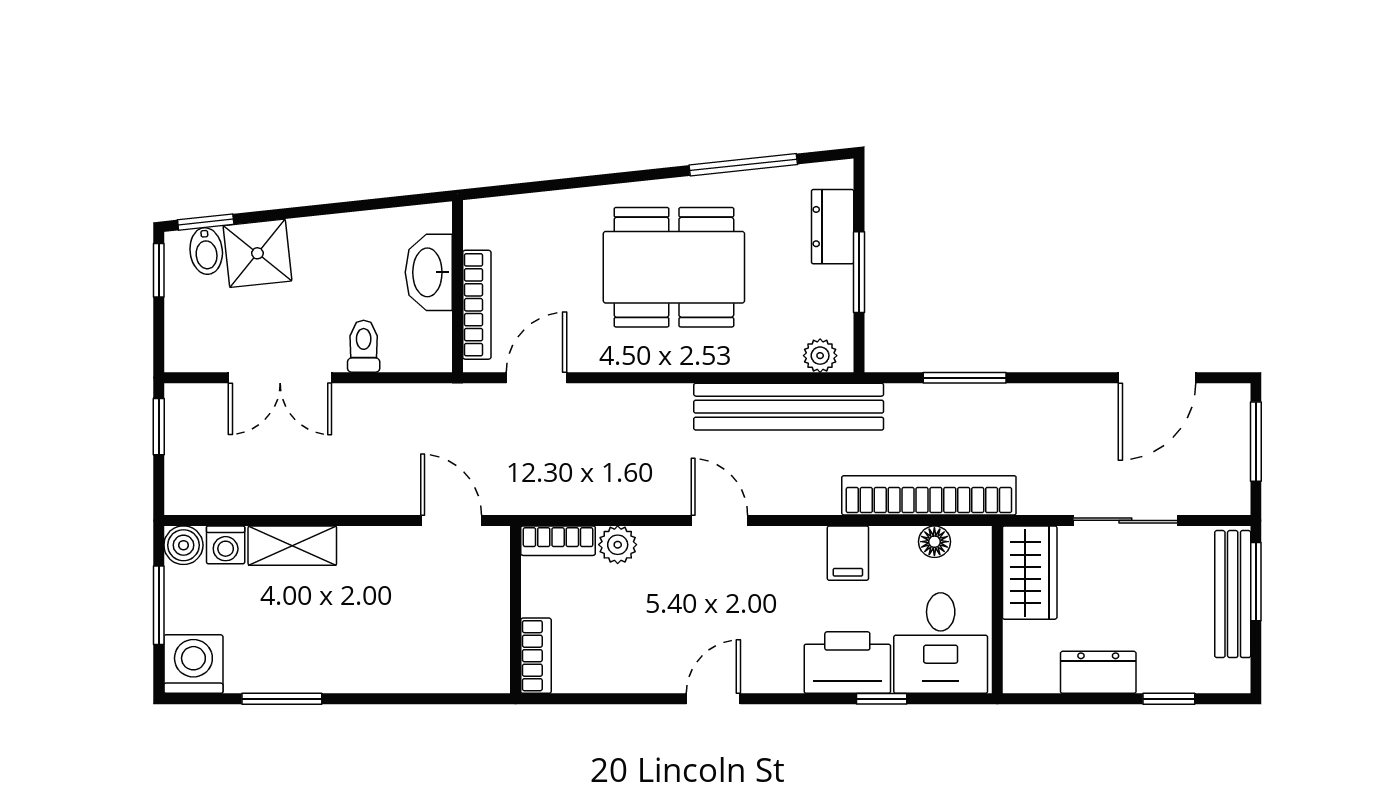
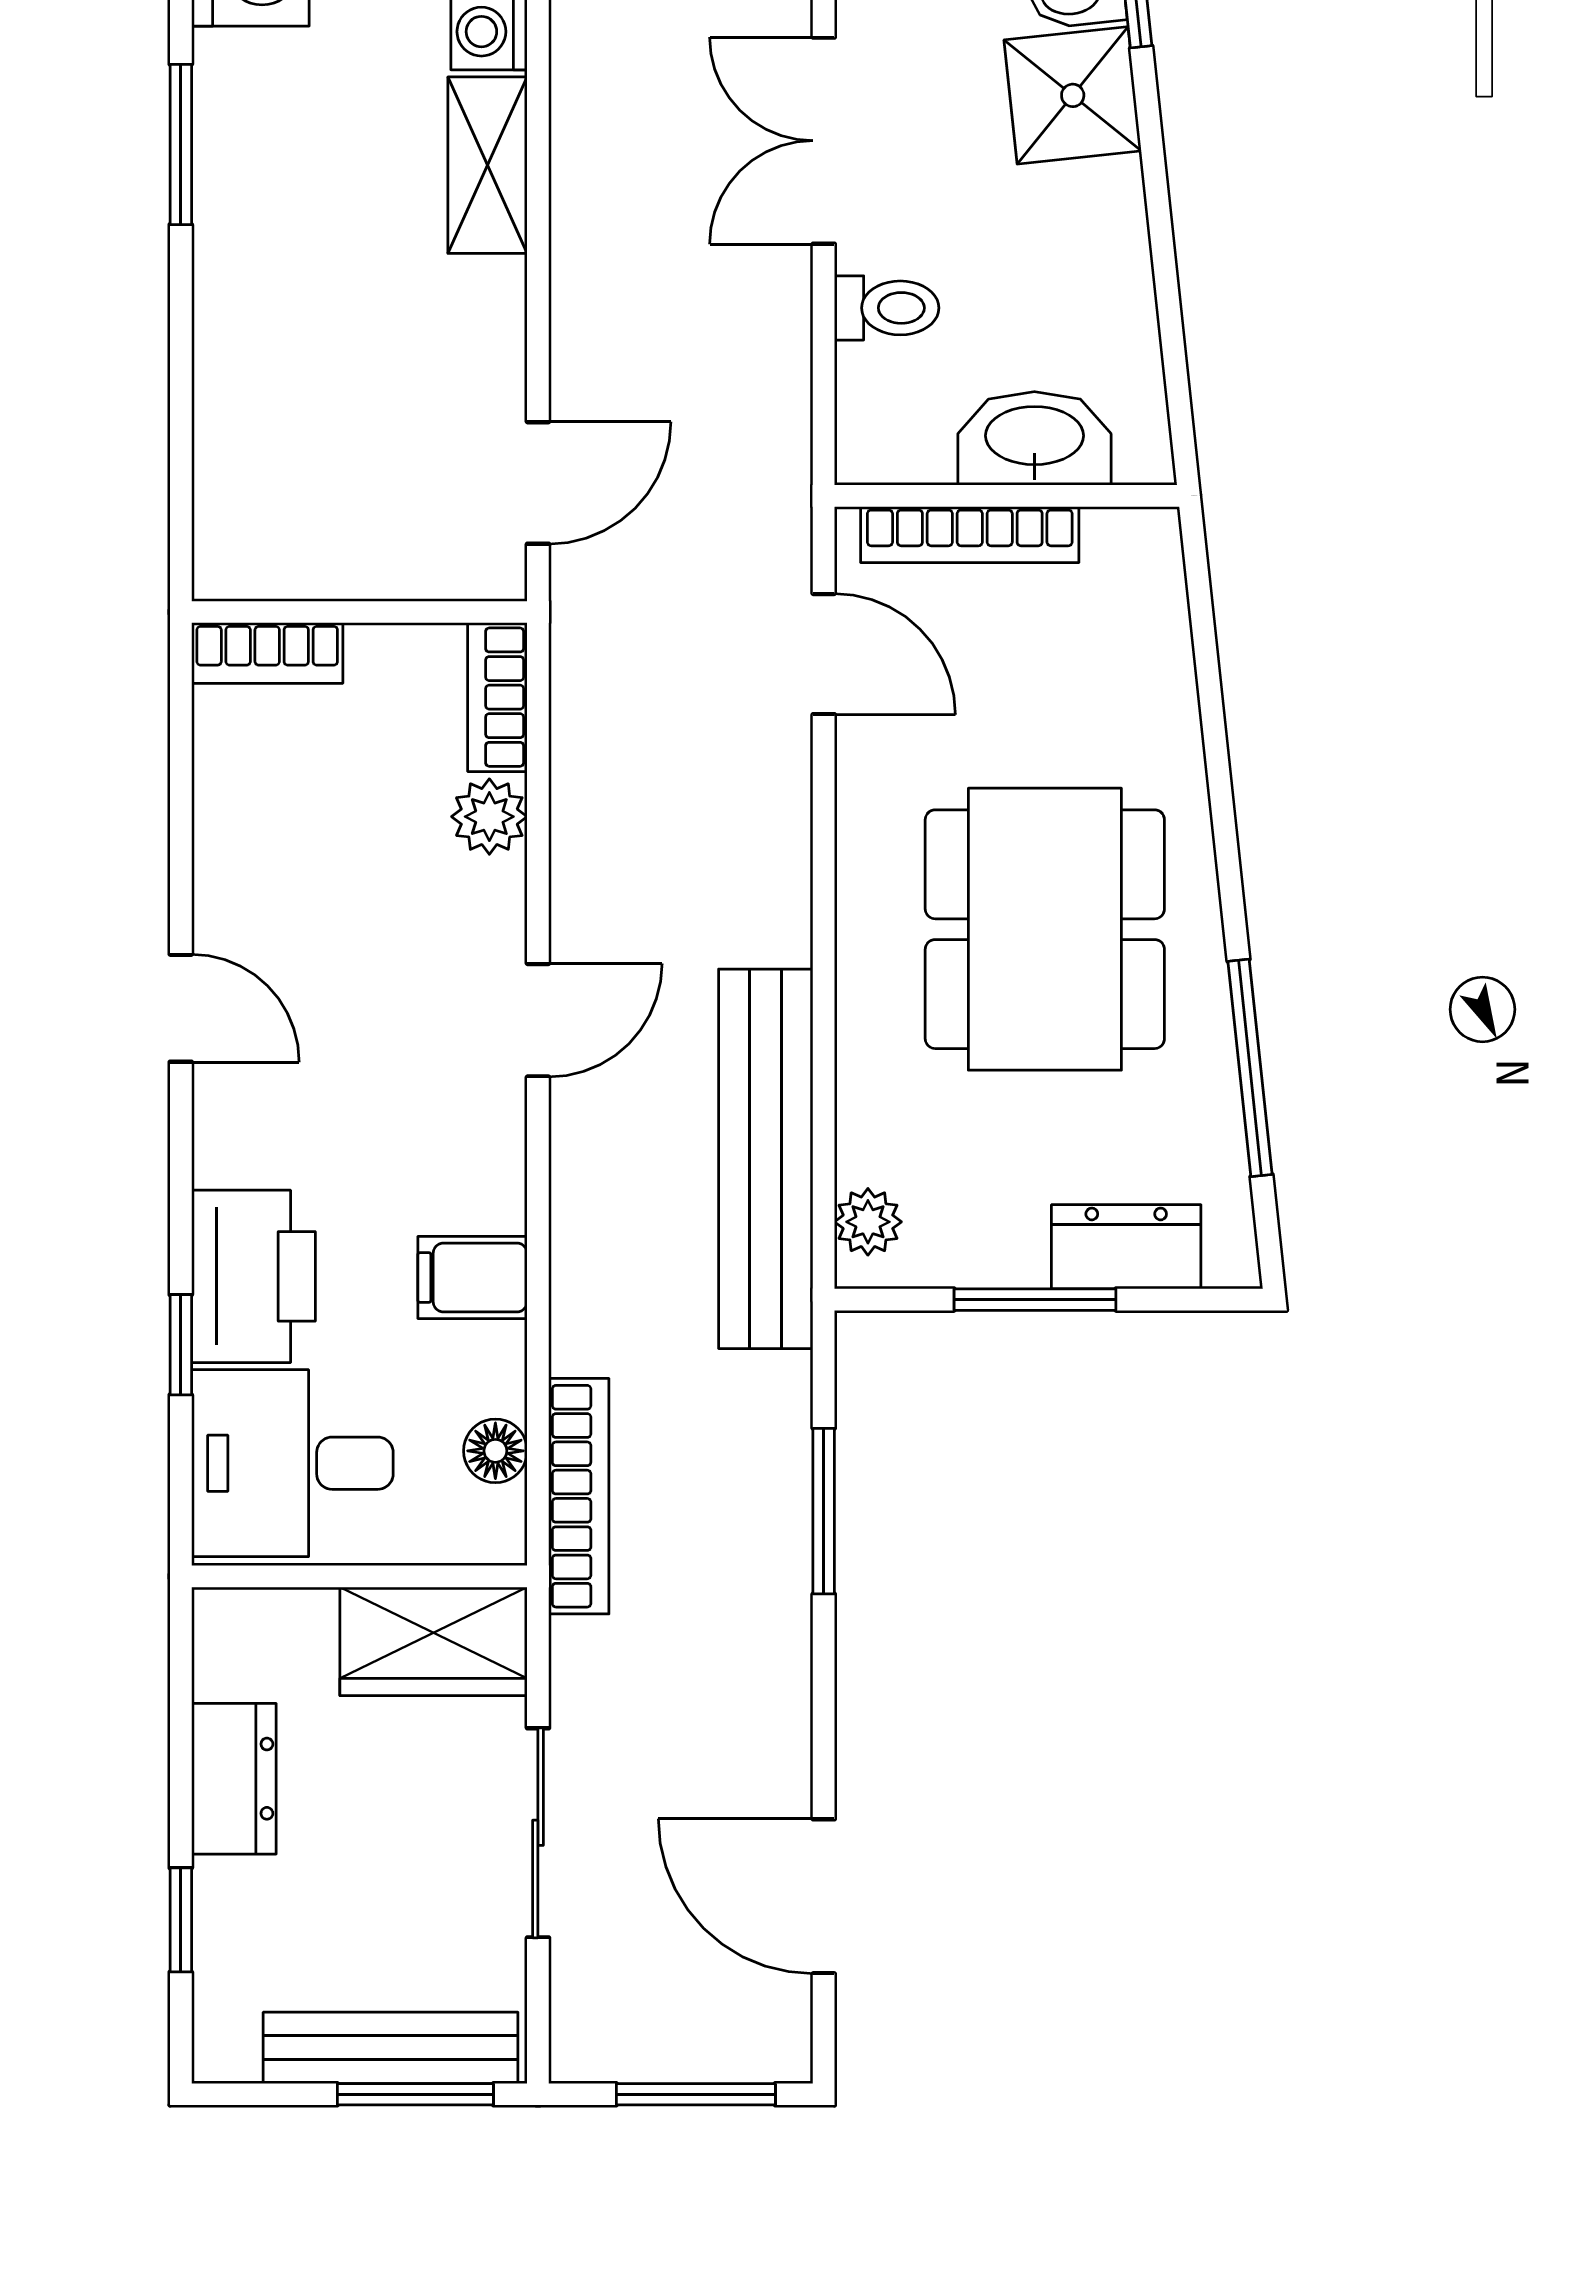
bookcase: (929, 495) -> (579, 1496), width x0.68, depth x0.76

